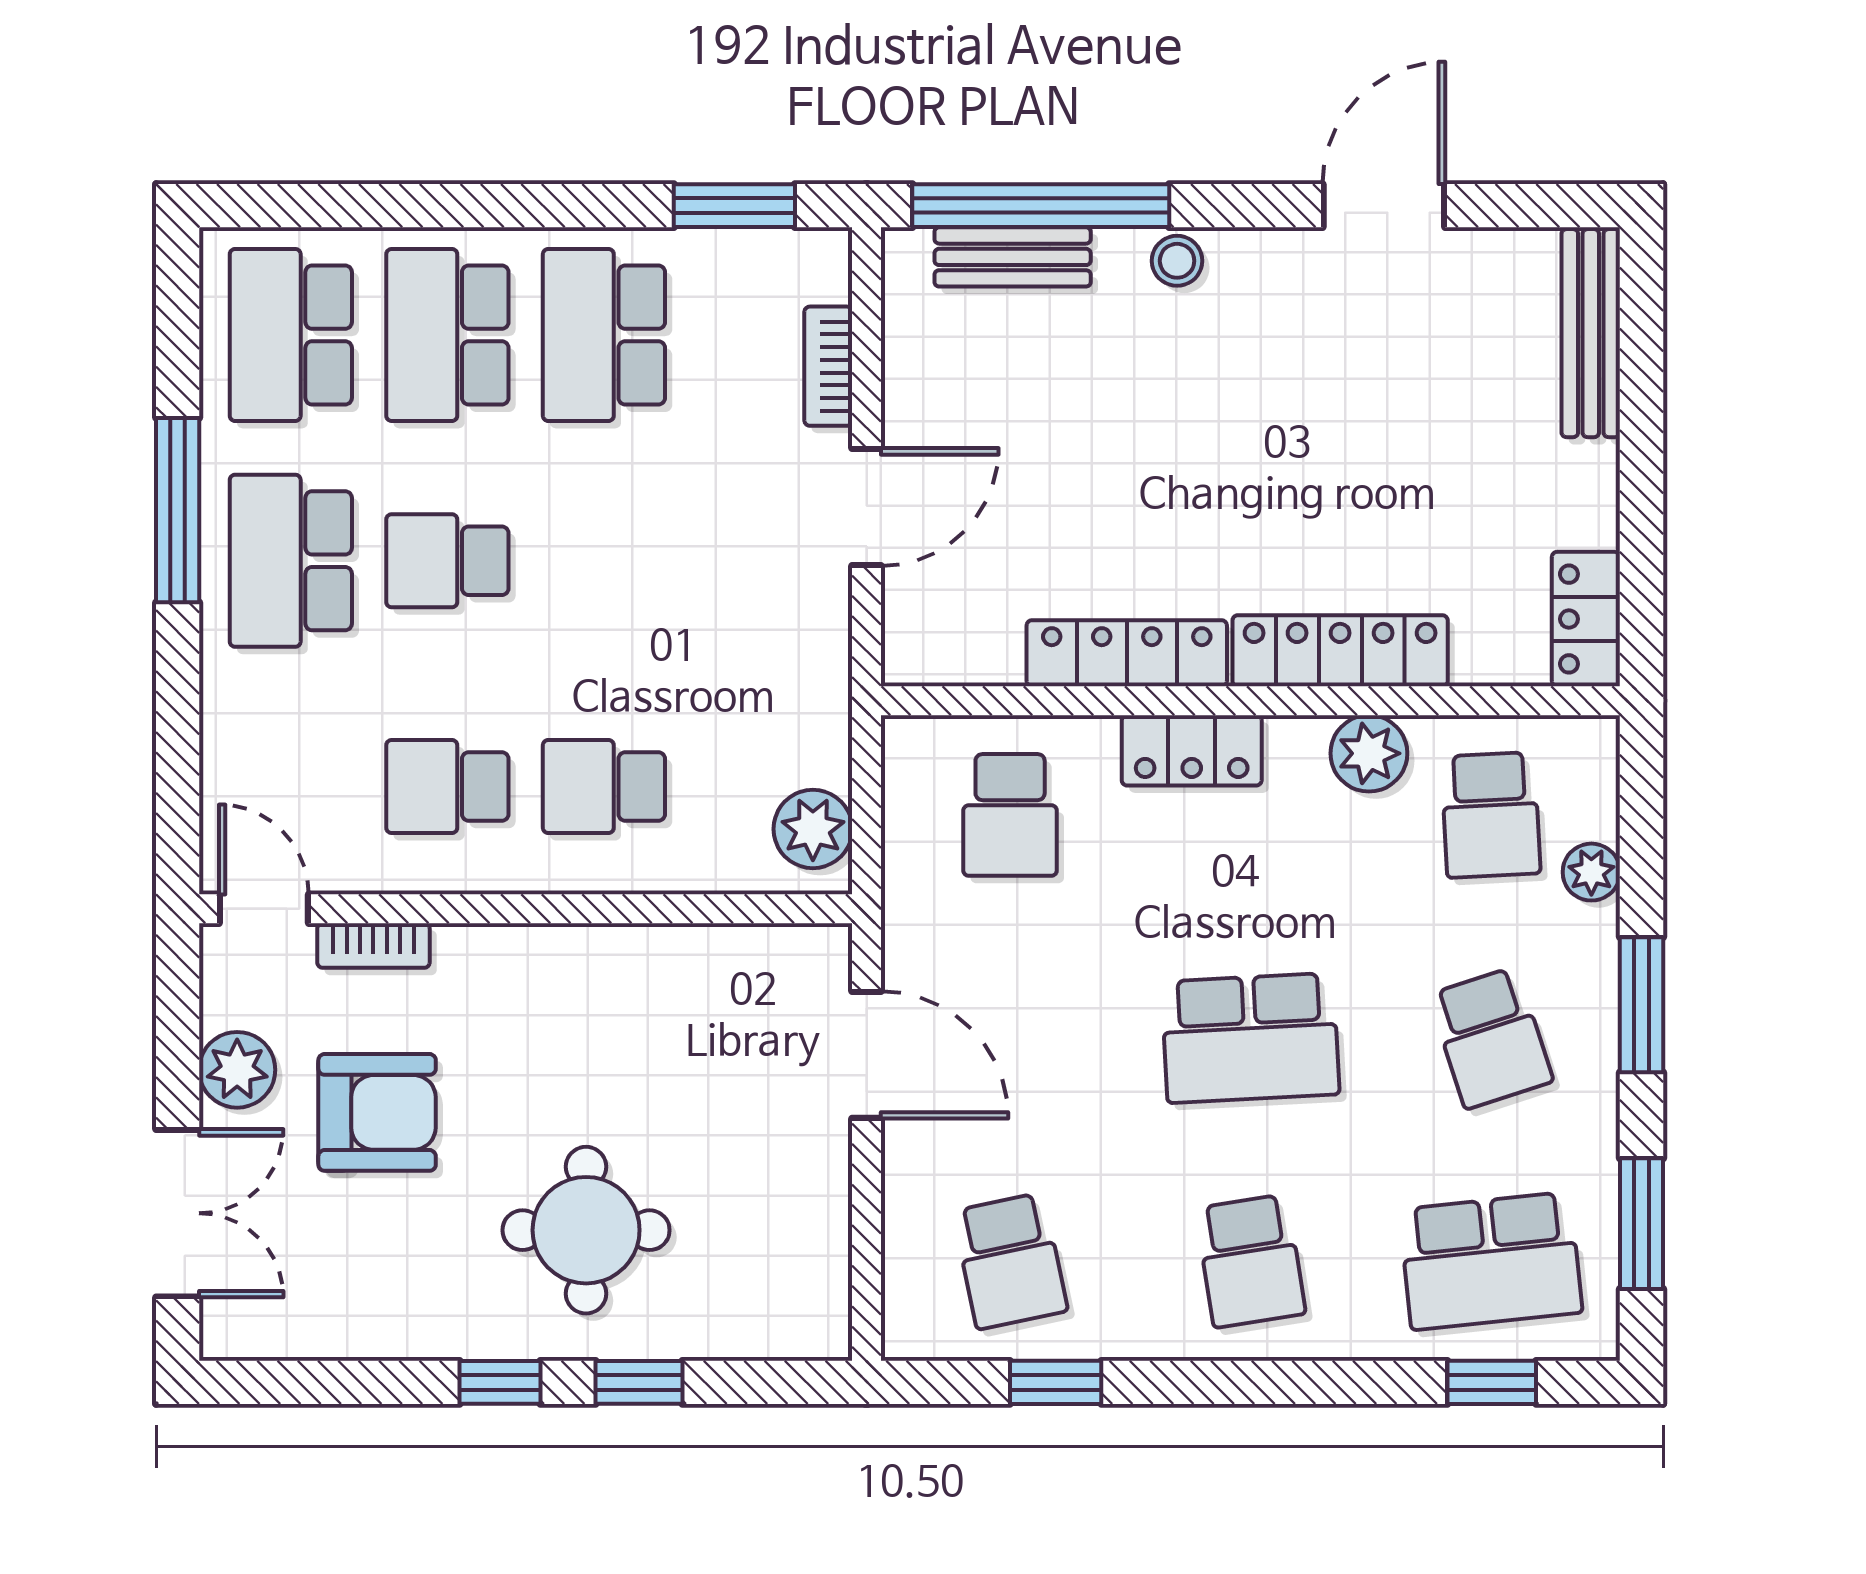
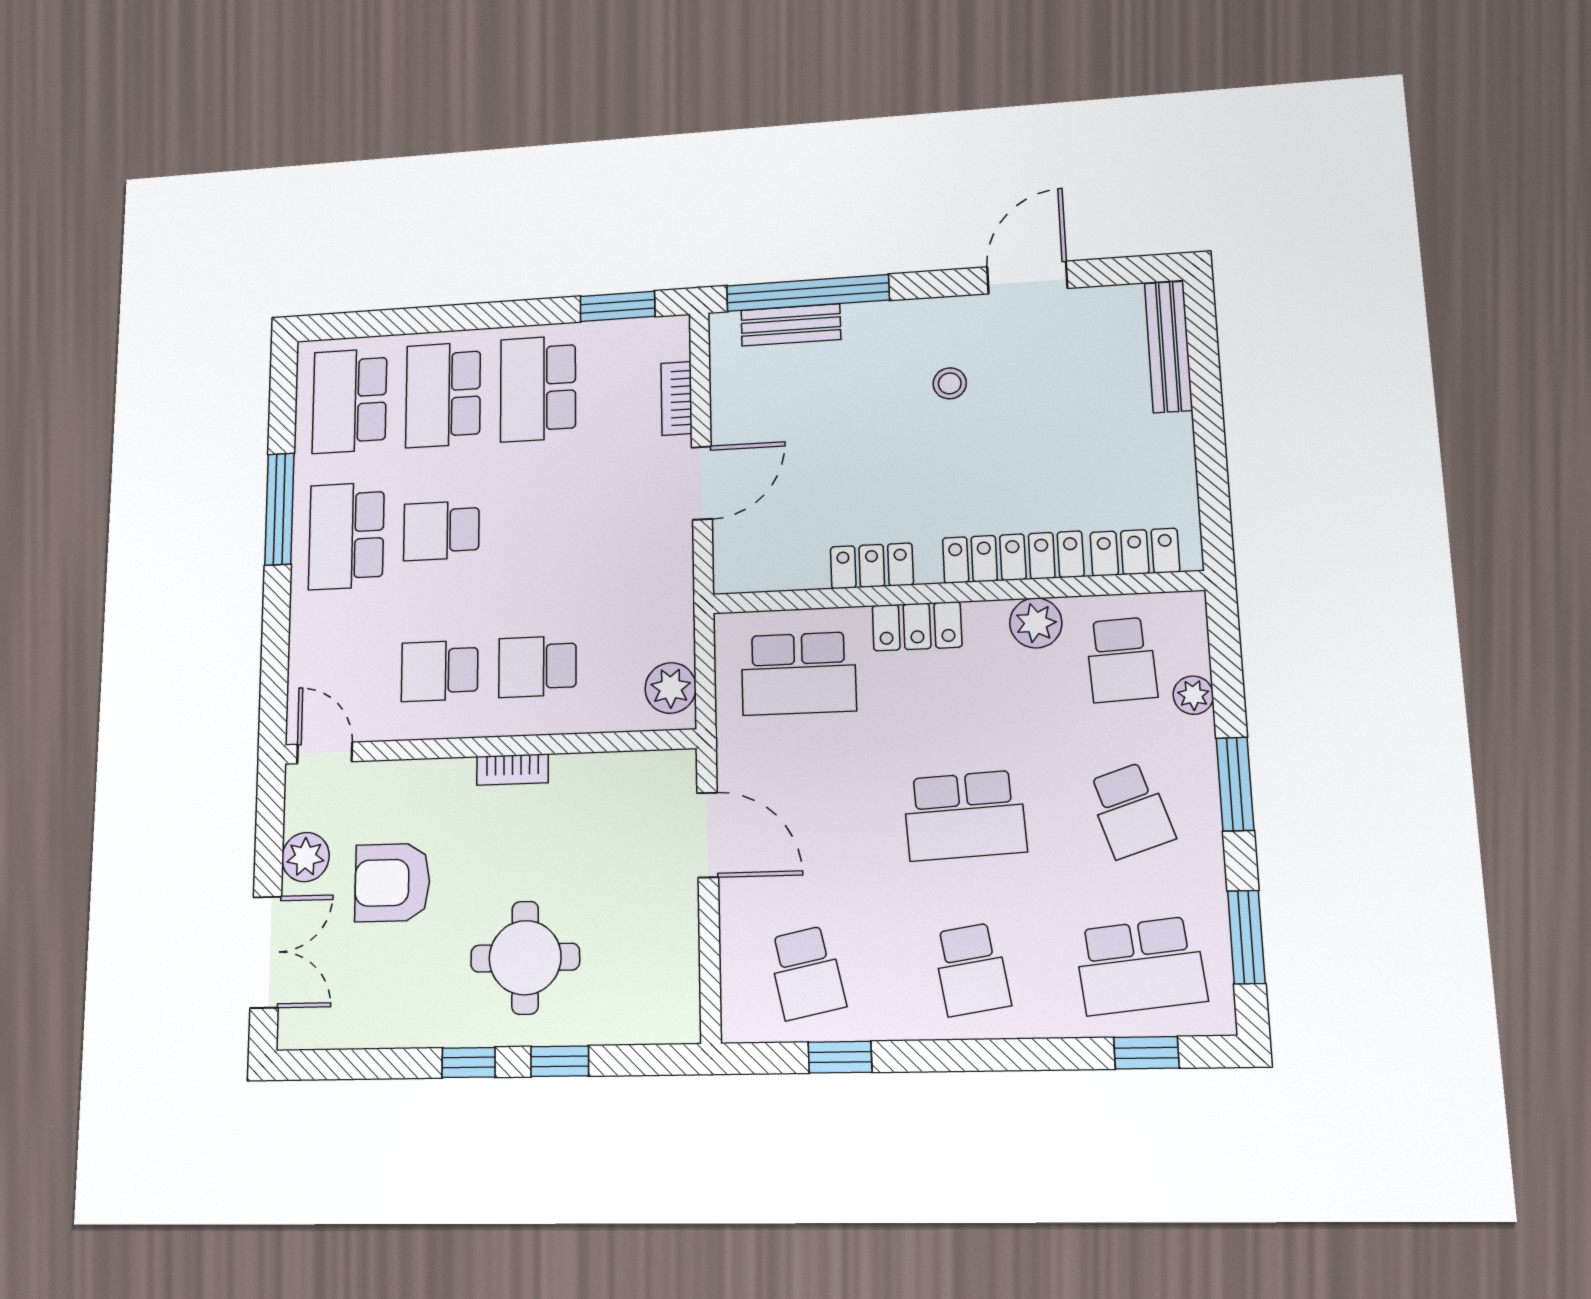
stool: (1177, 261) -> (950, 383), moved
locker: (1586, 619) -> (1135, 552), moved, turned 90
locker: (1127, 653) -> (872, 566), width x0.66
school desk: (1010, 815) -> (799, 674), width x1.85
bookcase: (373, 946) -> (512, 770), moved
armchair: (377, 1112) -> (392, 882), turned 180

